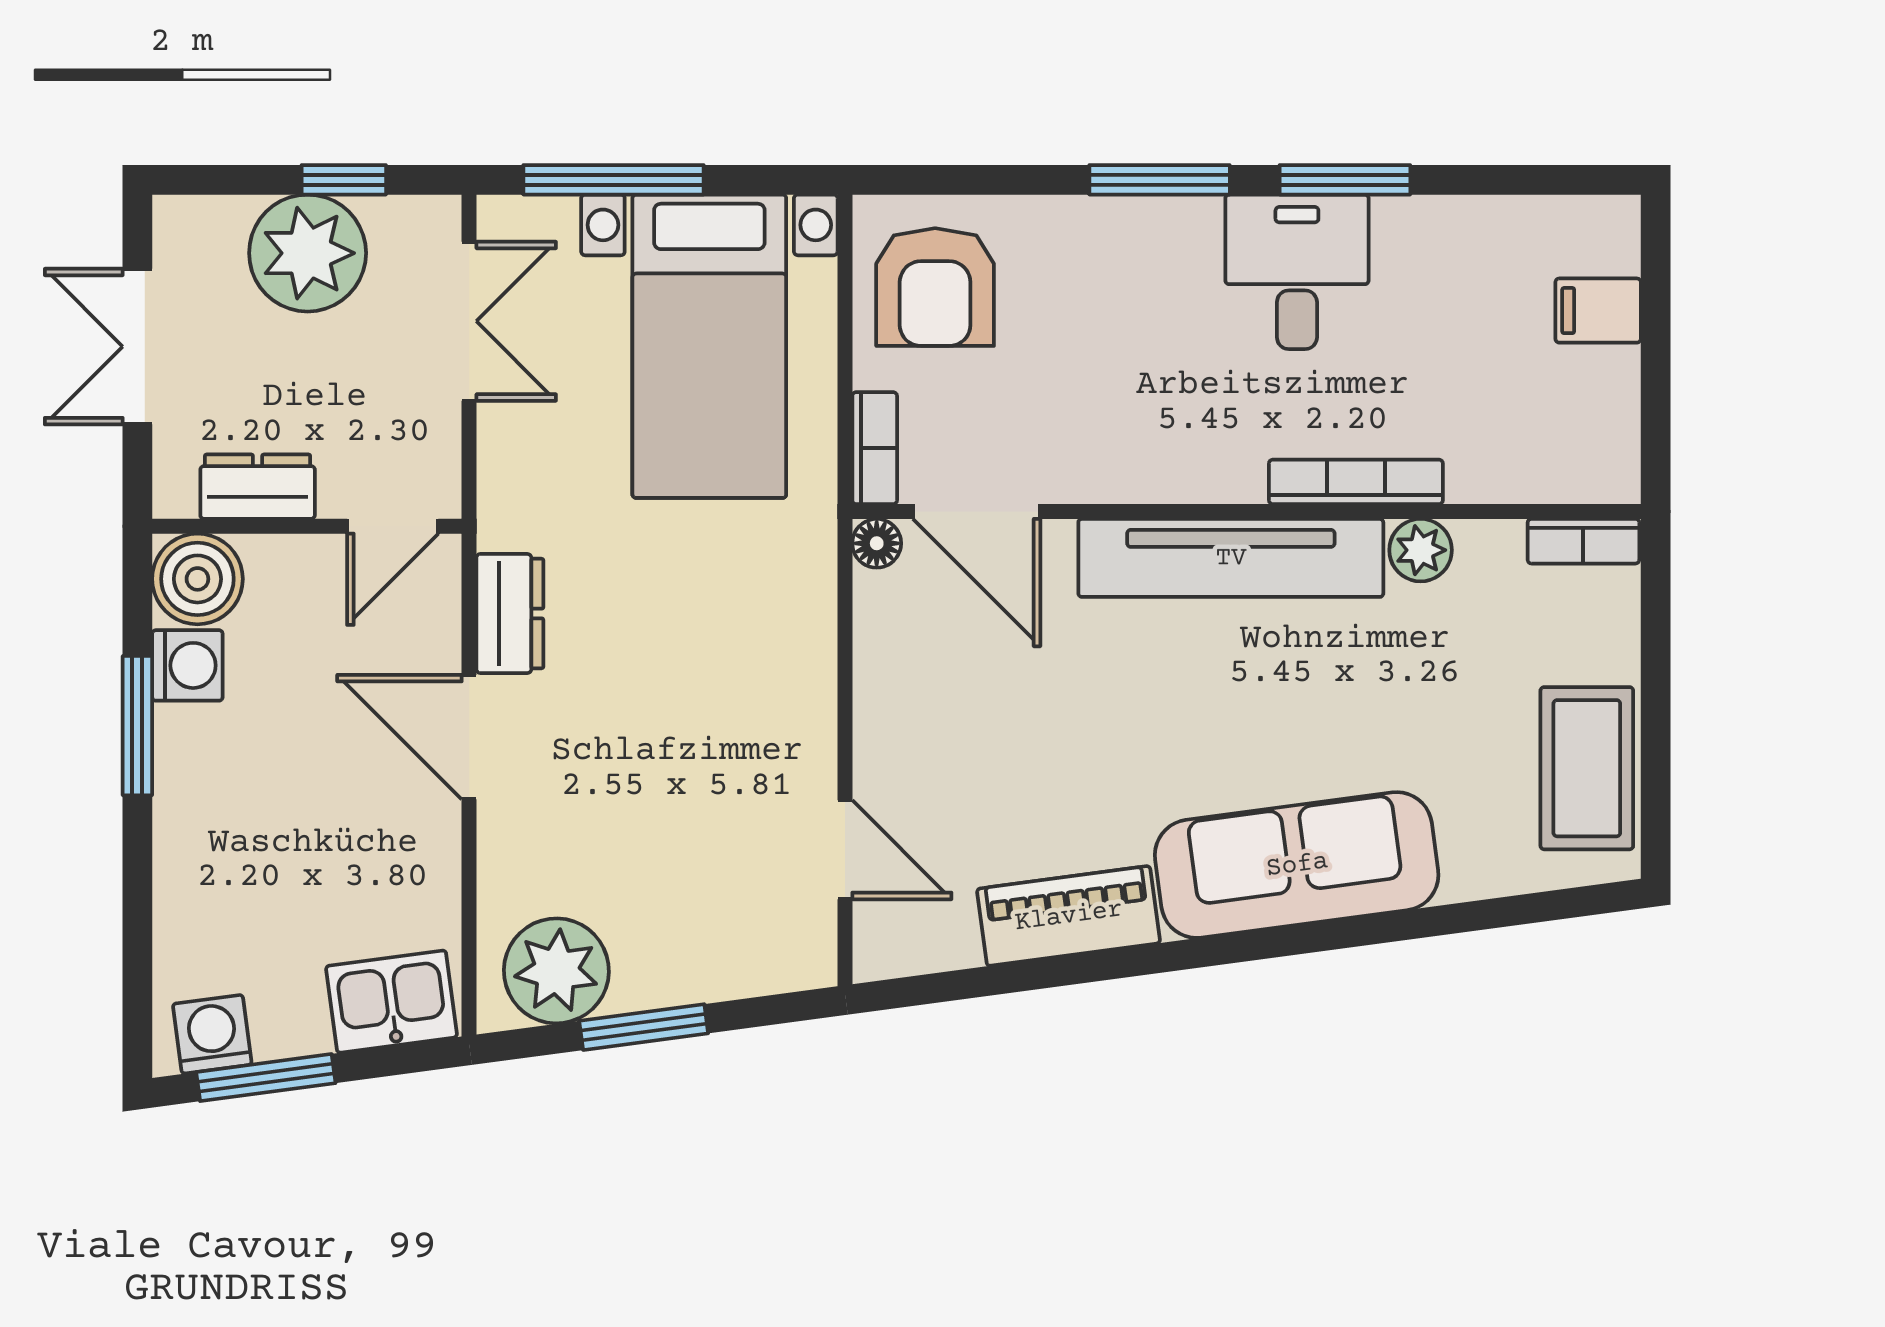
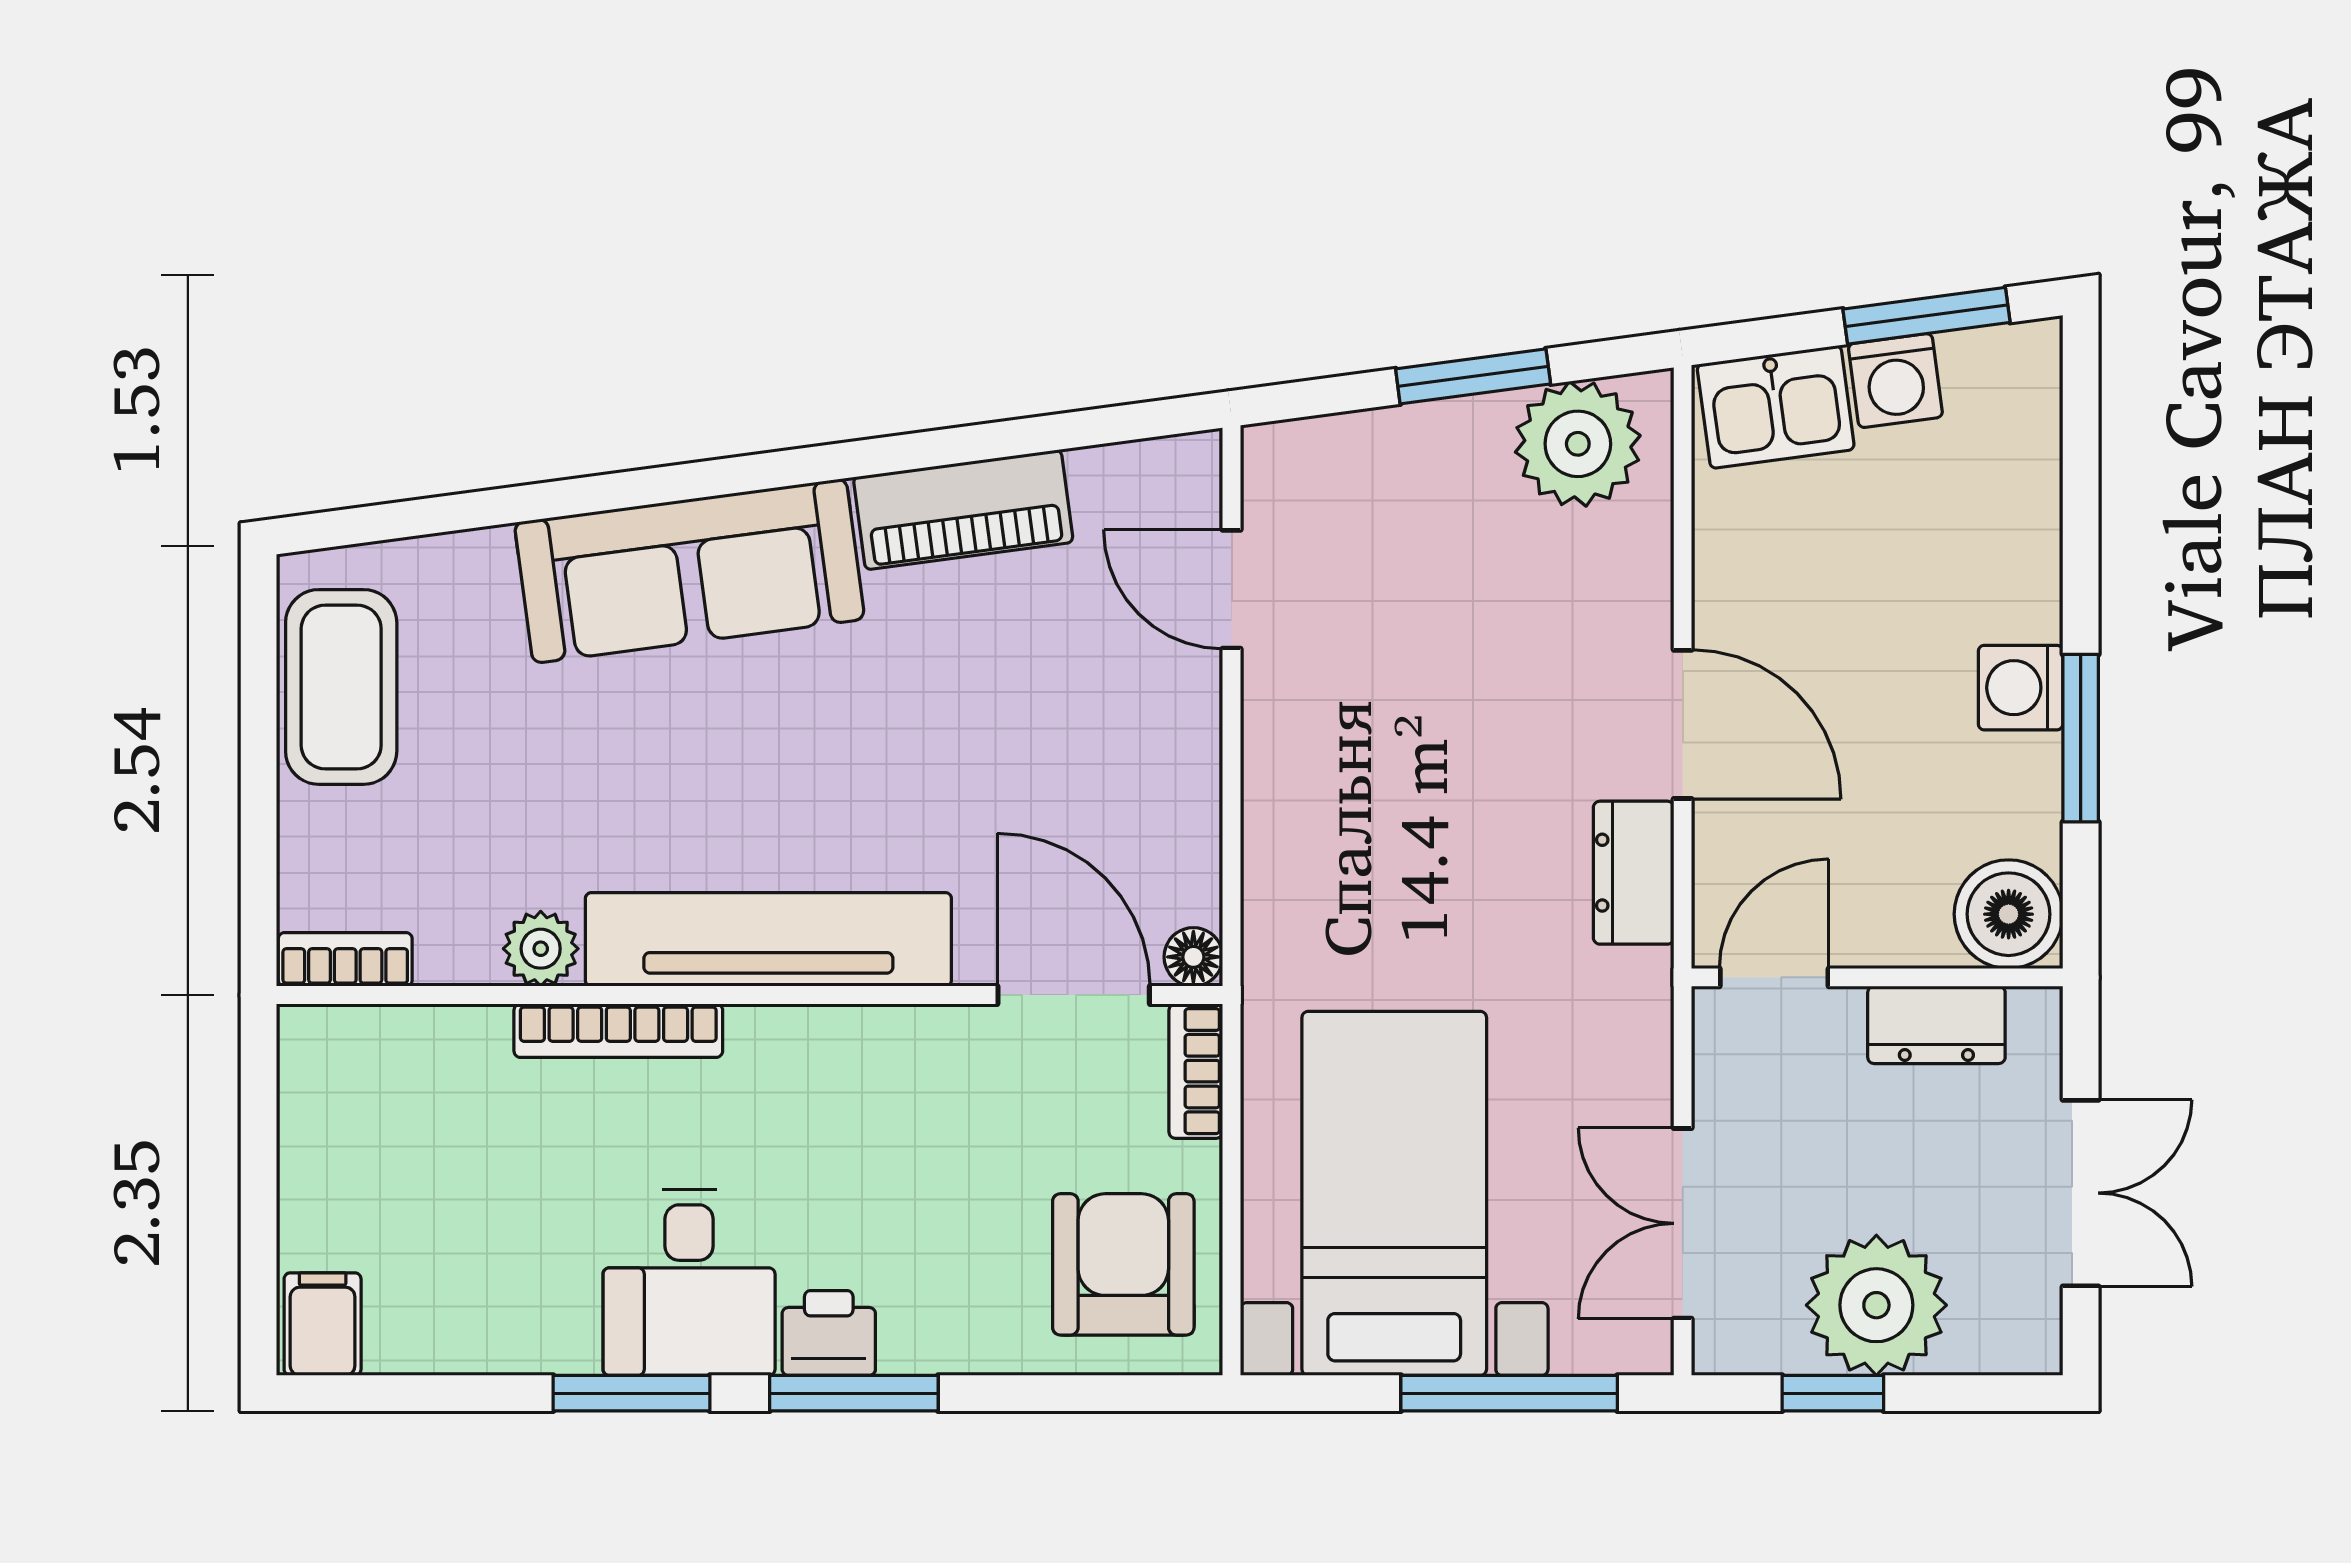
printer: (1181, 230) -> (829, 1333), added
filing cabinet: (1598, 311) -> (323, 1324), moved, turned -90
washing machine: (187, 665) -> (2021, 688), moved
washing machine: (212, 1034) -> (1895, 381), moved

